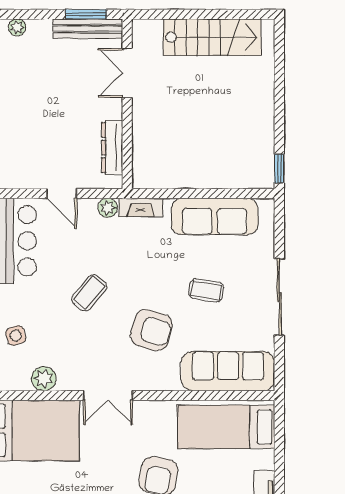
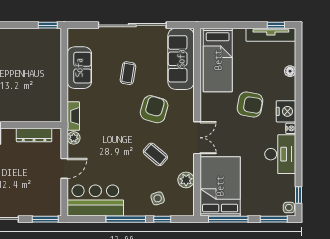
sofa: (215, 216) -> (79, 68), width x0.73
coffee table: (89, 293) -> (155, 154), moved
sliding door: (279, 297) -> (132, 25), width x1.36

